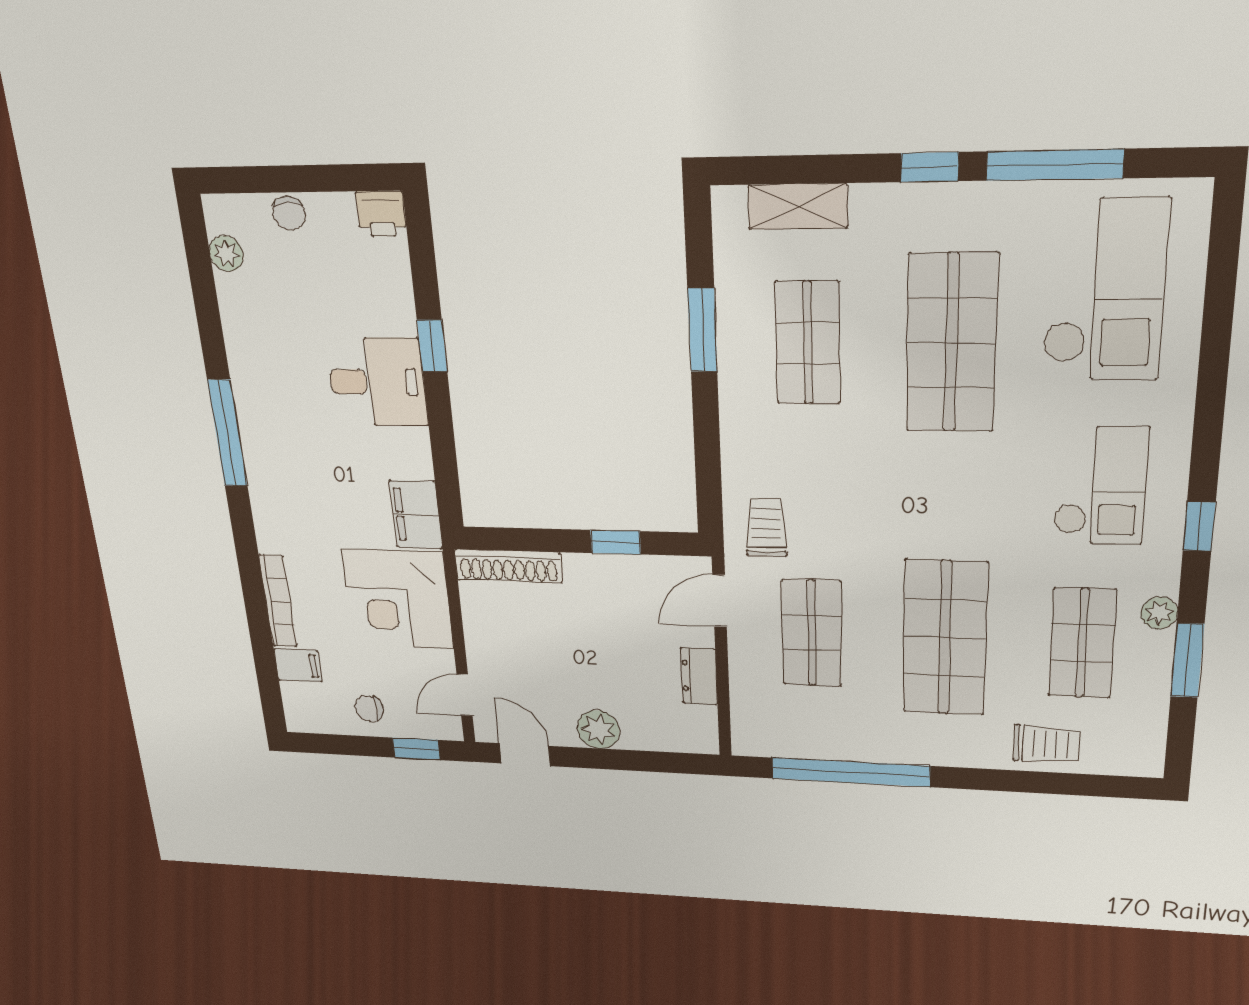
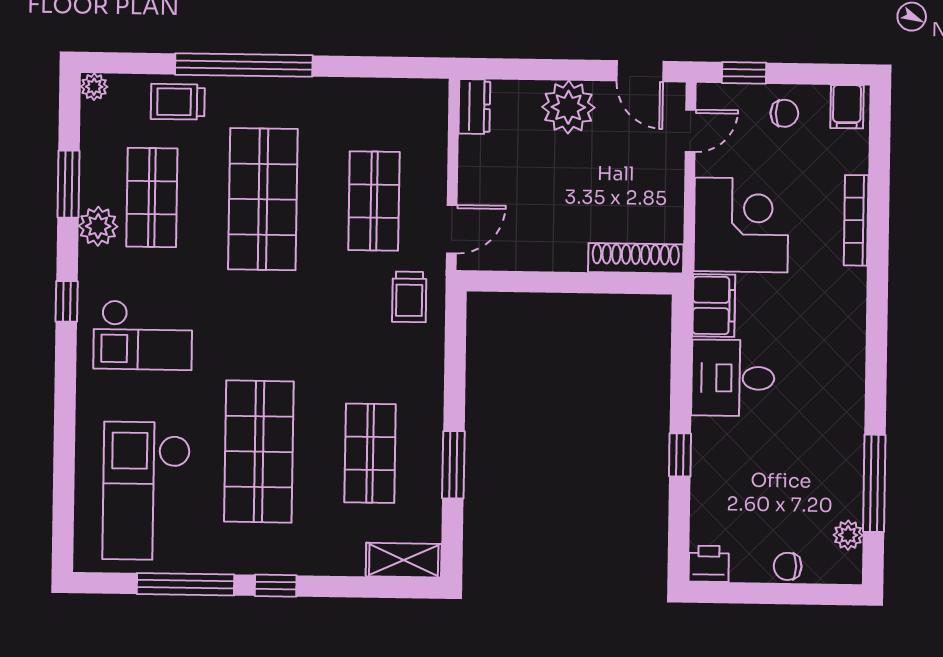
shelving: (798, 206) -> (404, 560), moved
chair: (289, 213) -> (788, 566), turned -90
desk: (377, 382) -> (733, 378), moved
window: (227, 433) -> (874, 483), moved
checkout: (1101, 486) -> (143, 335), turned -90
window: (616, 542) -> (538, 282), removed
plant: (1159, 613) -> (98, 226), width x1.38, depth x1.38
filing cabinet: (298, 665) -> (847, 107), moved, turned -90
dresser: (699, 676) -> (474, 107), moved
plant: (598, 729) -> (568, 107), width x1.36, depth x1.36
plant: (1148, 763) -> (94, 87), added
window: (851, 772) -> (244, 65), moved

